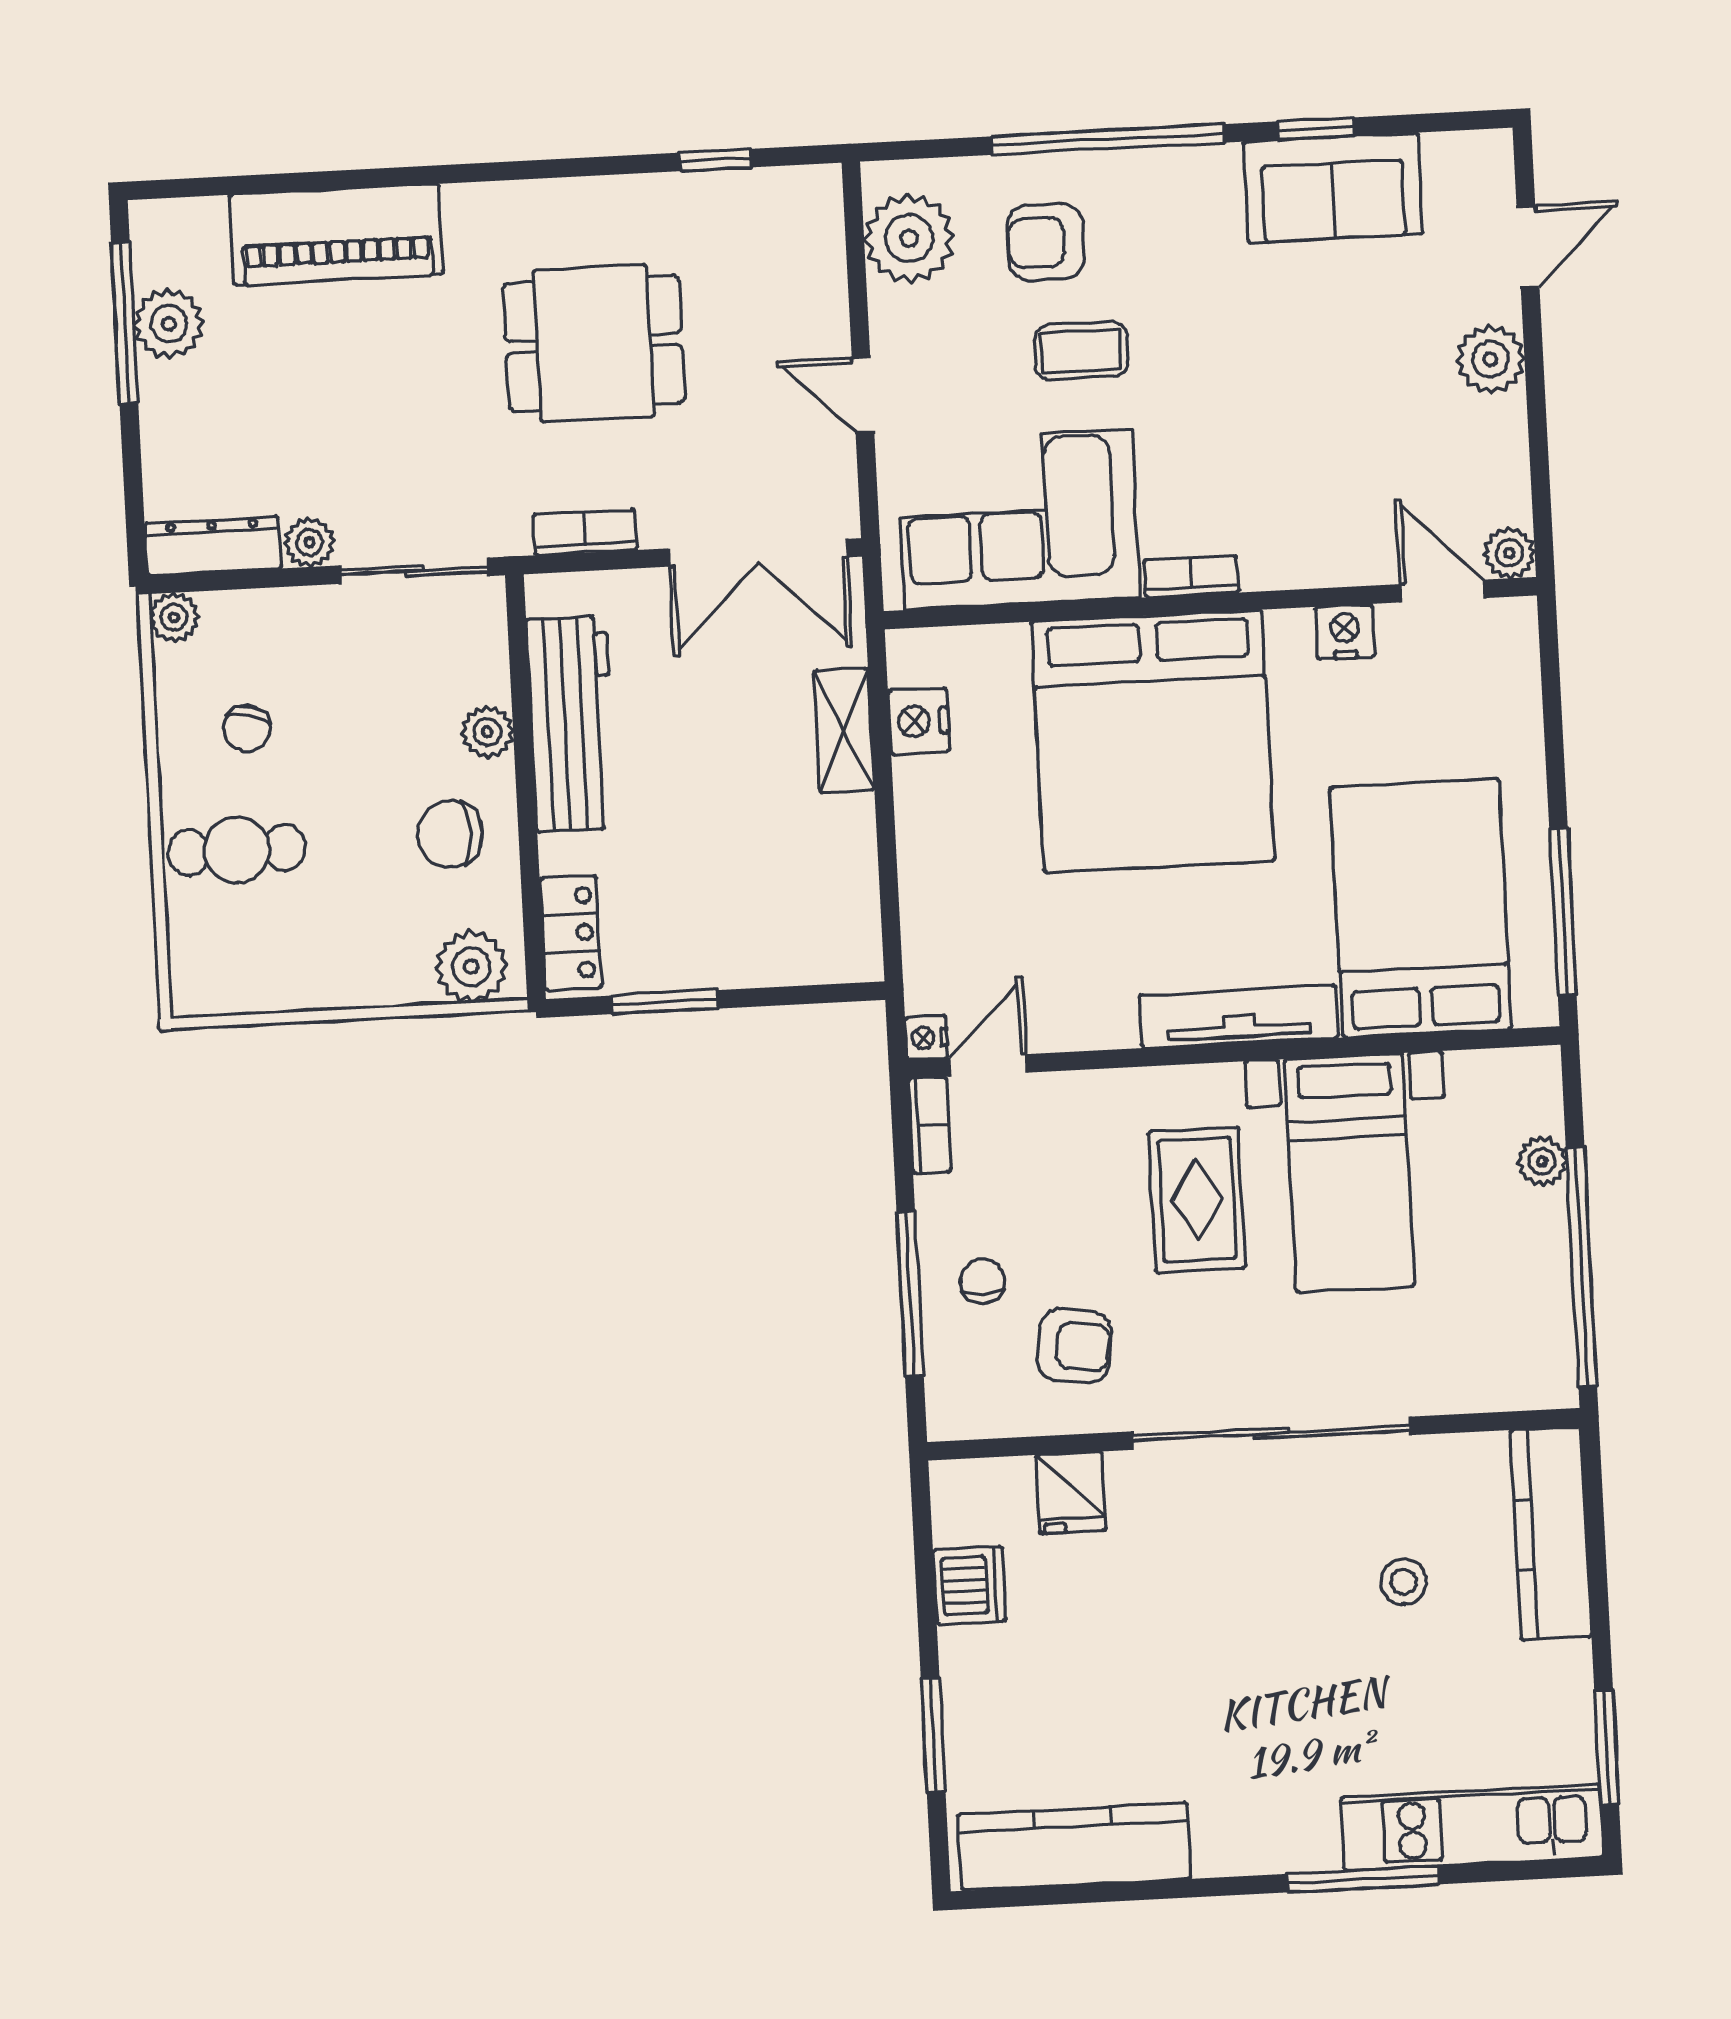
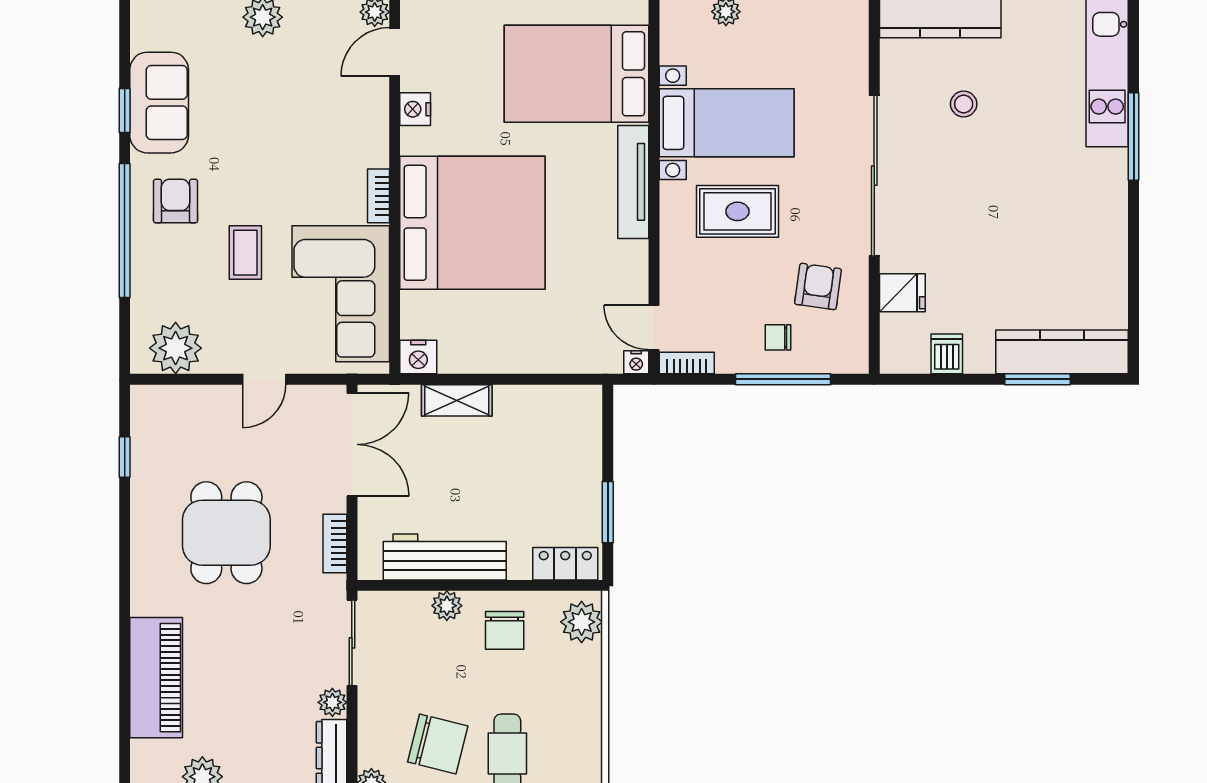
armchair: (1046, 242) -> (176, 201), moved, turned 180
nightstand: (919, 721) -> (418, 357), moved
chair: (247, 729) -> (438, 744), width x1.87, depth x1.87
dishwasher: (970, 1585) -> (947, 354), width x0.73
kitchen counter: (1074, 1847) -> (1062, 352), moved, turned 90

